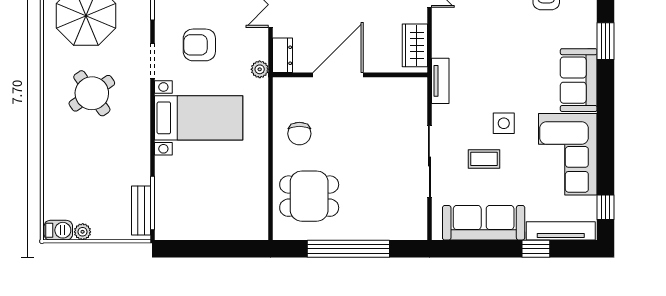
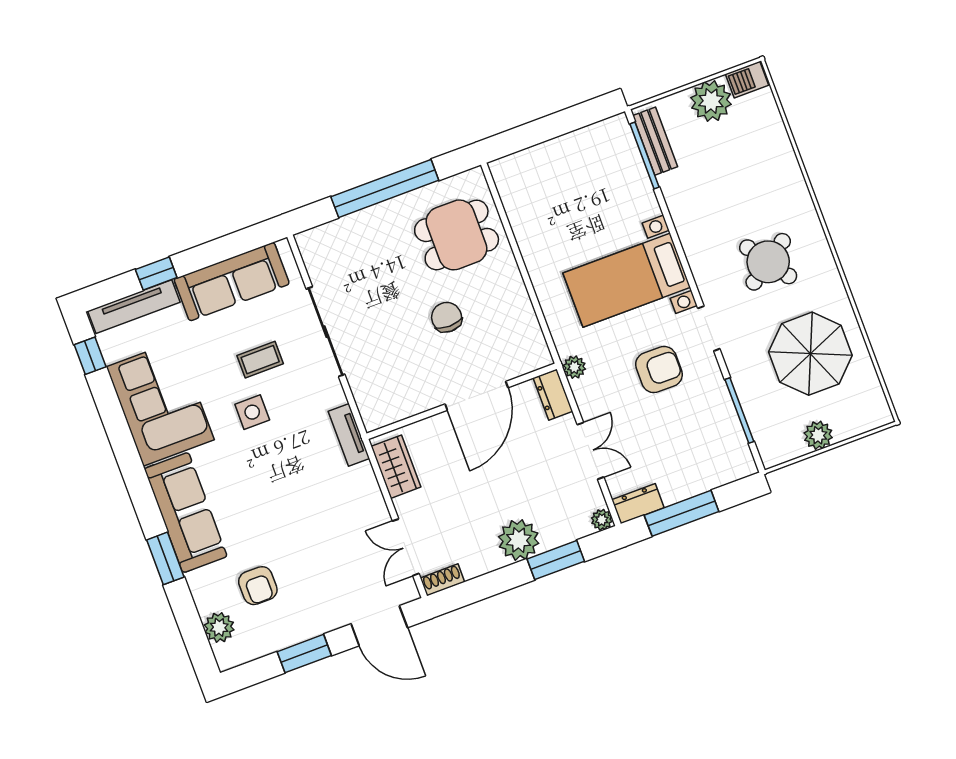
sofa: (579, 80) -> (186, 513), width x1.36
chair: (299, 134) -> (447, 317), moved
plant: (83, 232) -> (711, 101), width x1.87, depth x1.87

